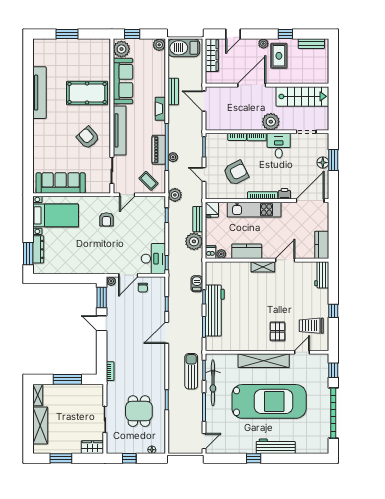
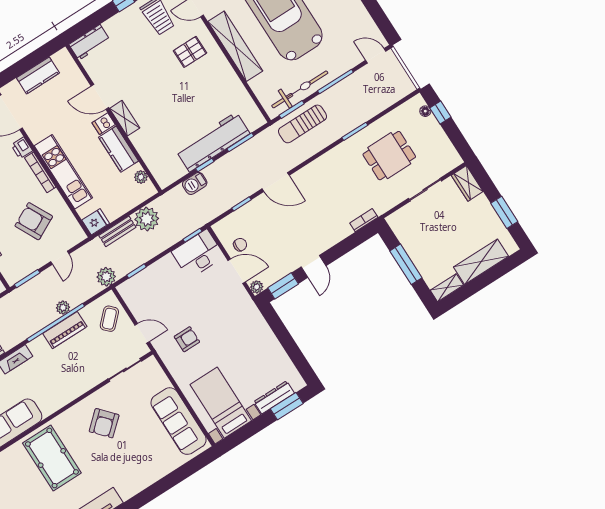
tv unit: (120, 130) -> (72, 391), removed
kitchen counter: (322, 245) -> (38, 75), moved
dishwasher: (211, 252) -> (104, 124), moved
window: (129, 458) -> (440, 113), moved

